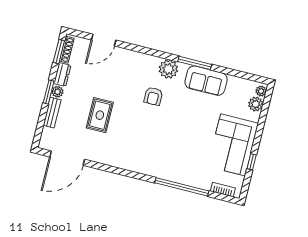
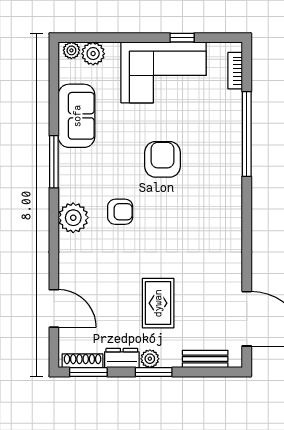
plant: (168, 69) -> (73, 218), moved
sofa: (206, 81) -> (77, 116), moved
bench: (52, 113) -> (205, 359), moved
rug: (100, 115) -> (158, 303), moved, turned 90
armchair: (179, 131) -> (162, 159), added

